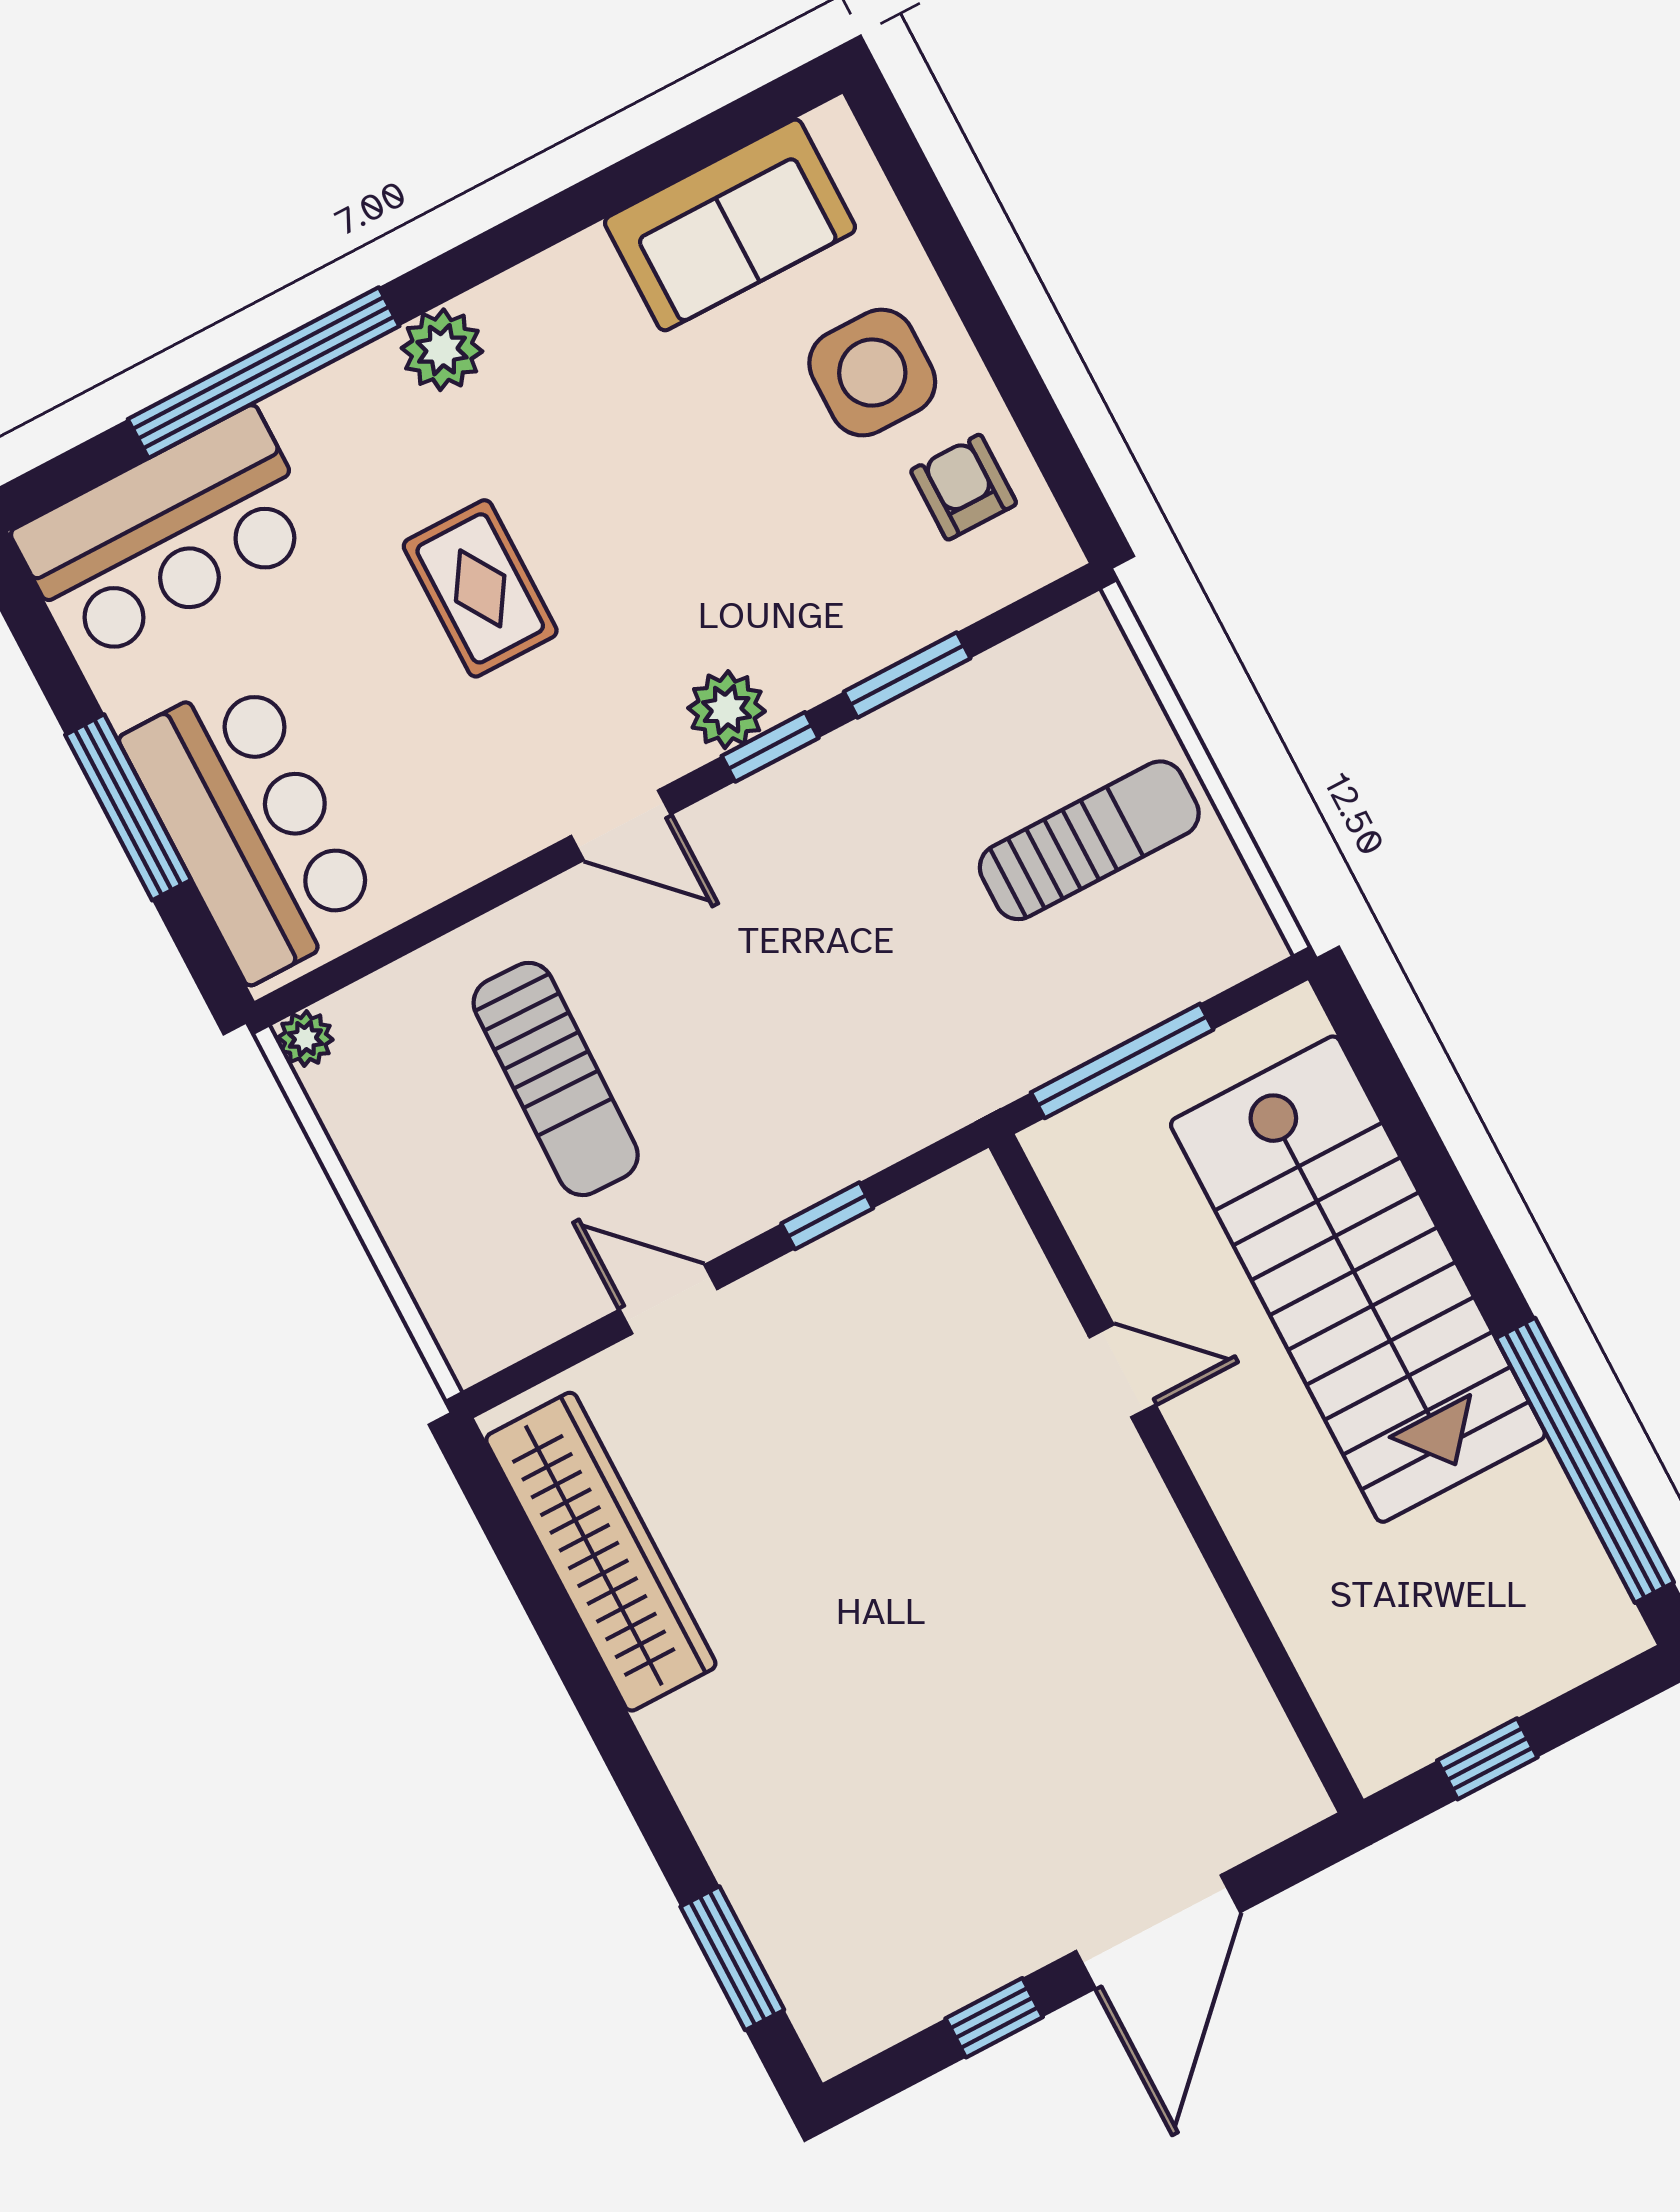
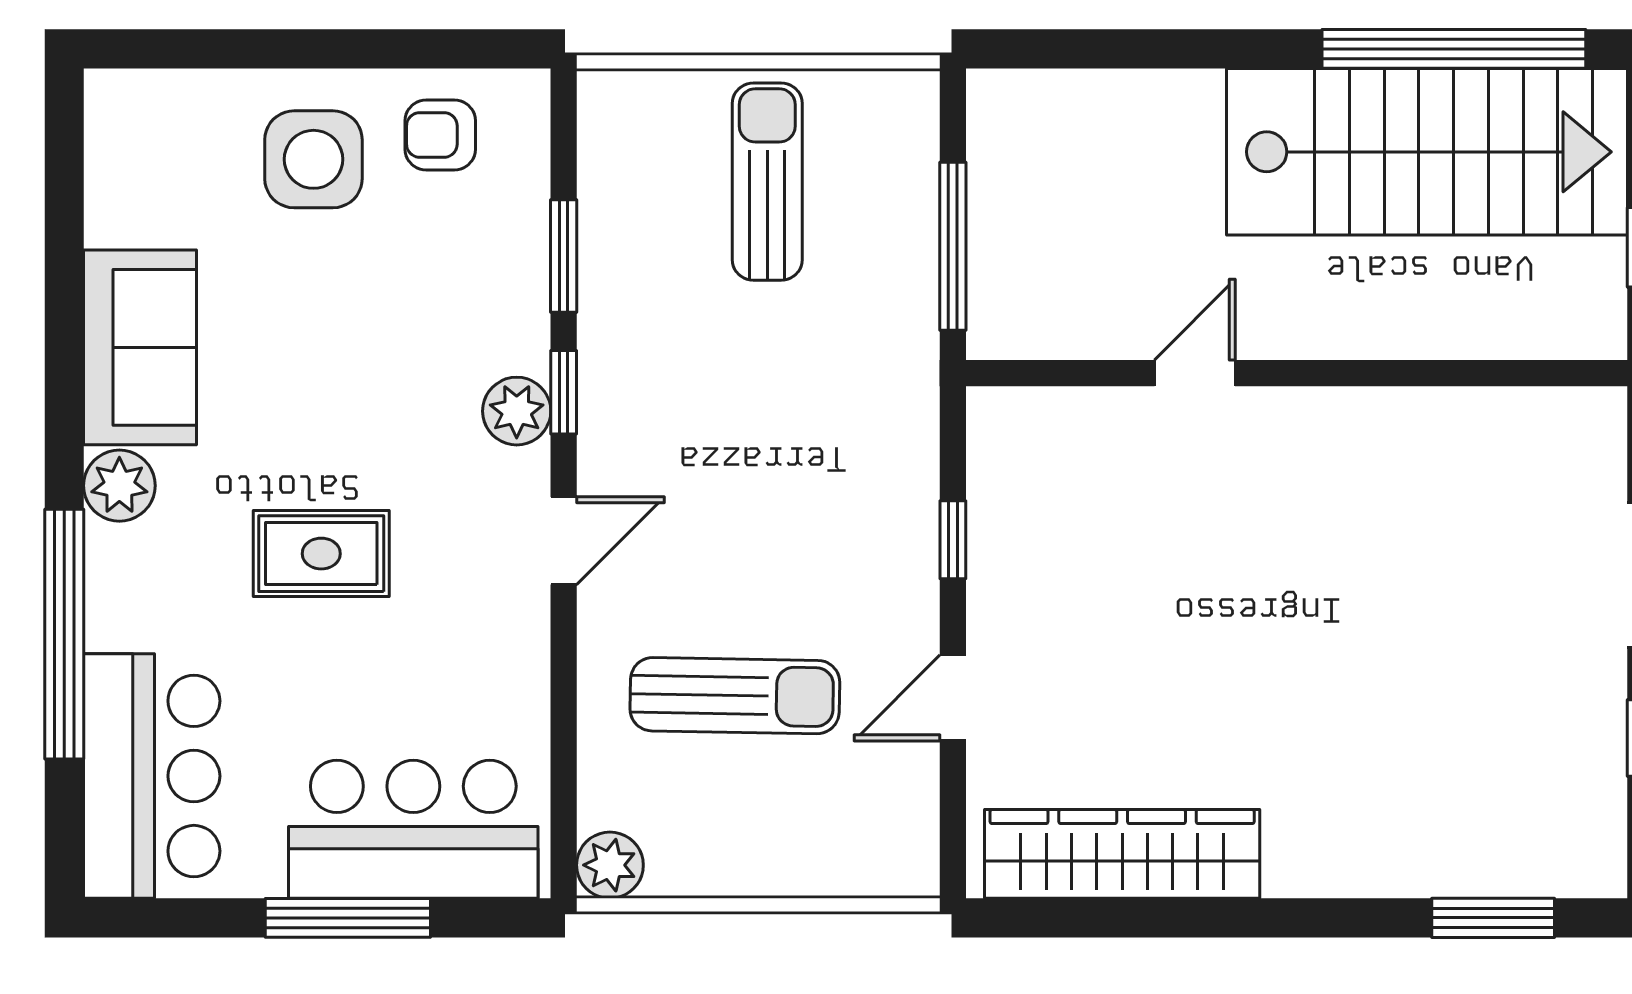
sofa: (730, 225) -> (140, 347), moved
plant: (305, 1039) -> (610, 865), width x1.38, depth x1.38
stairs: (1358, 1279) -> (1427, 152), moved

